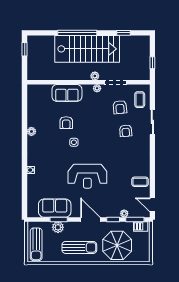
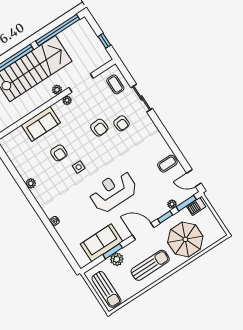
window: (123, 33) -> (58, 30), width x3.17
armchair: (120, 107) -> (99, 128), moved
reception desk: (87, 176) -> (113, 191), turned 180

